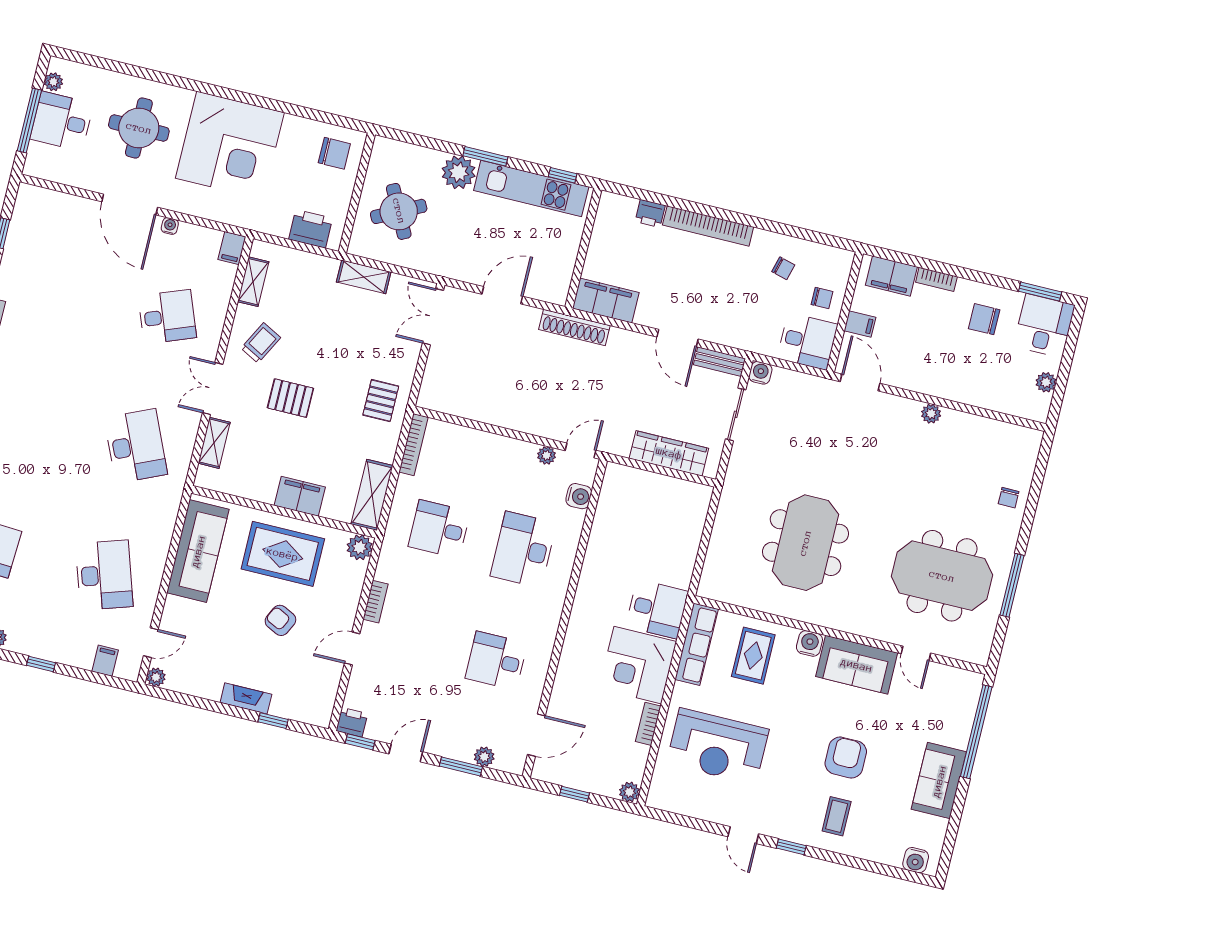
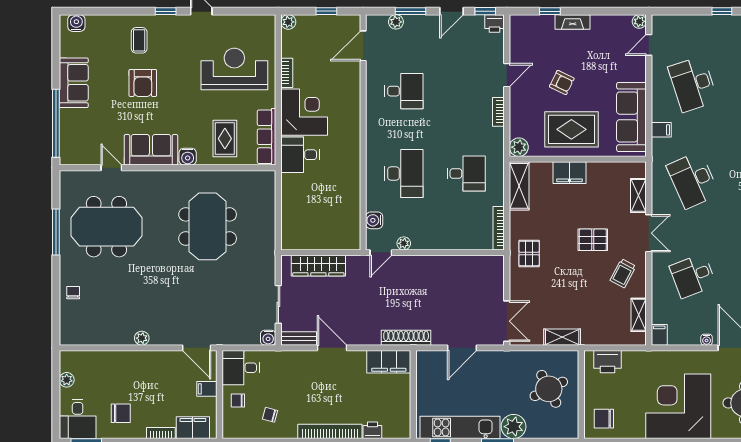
filing cabinet: (105, 661) -> (661, 130), moved, turned -90

